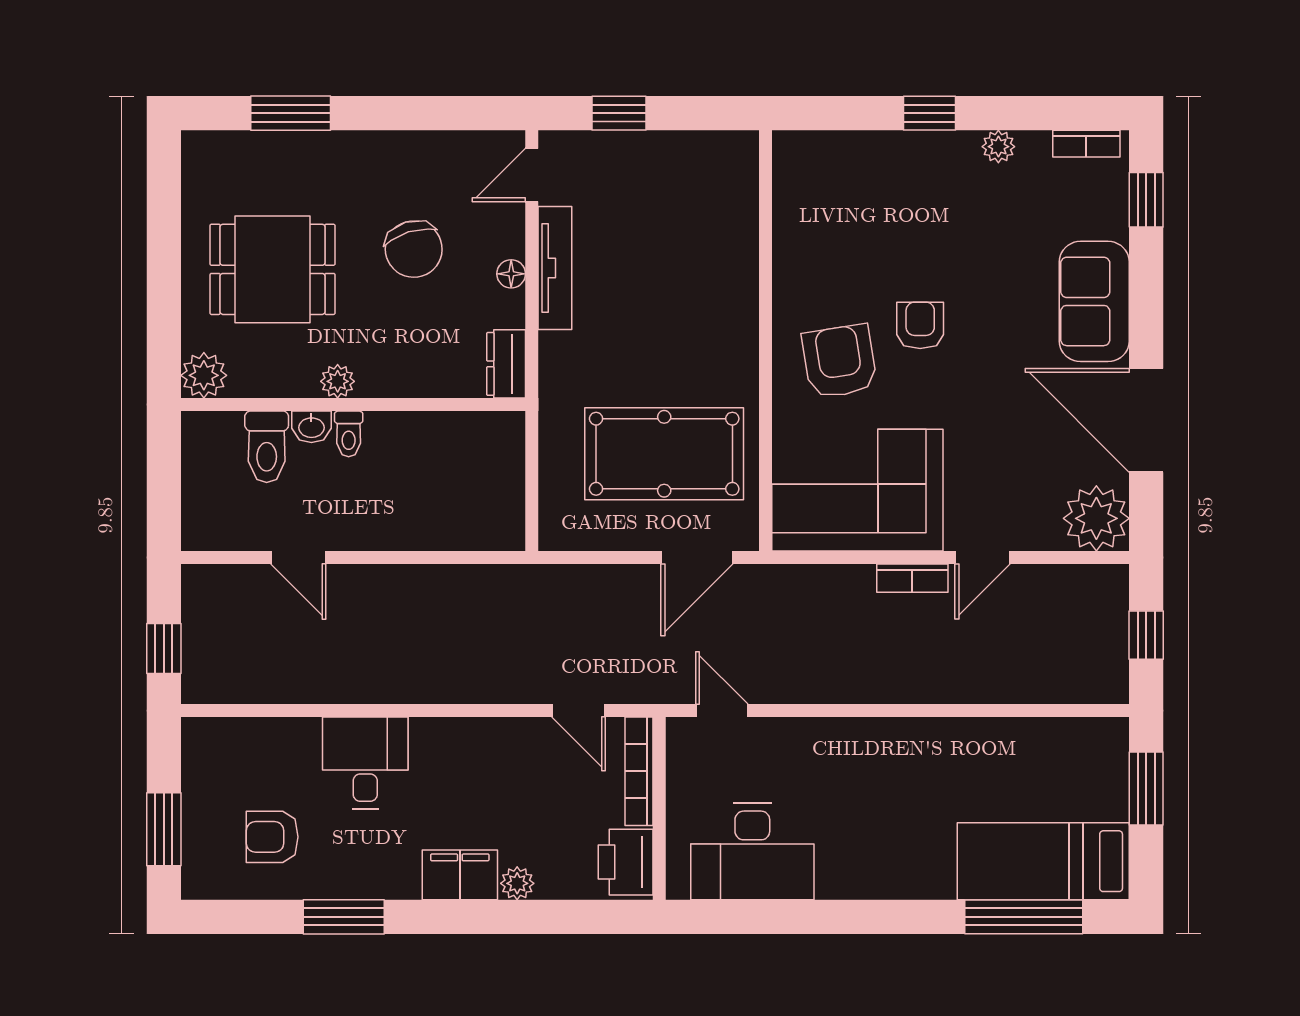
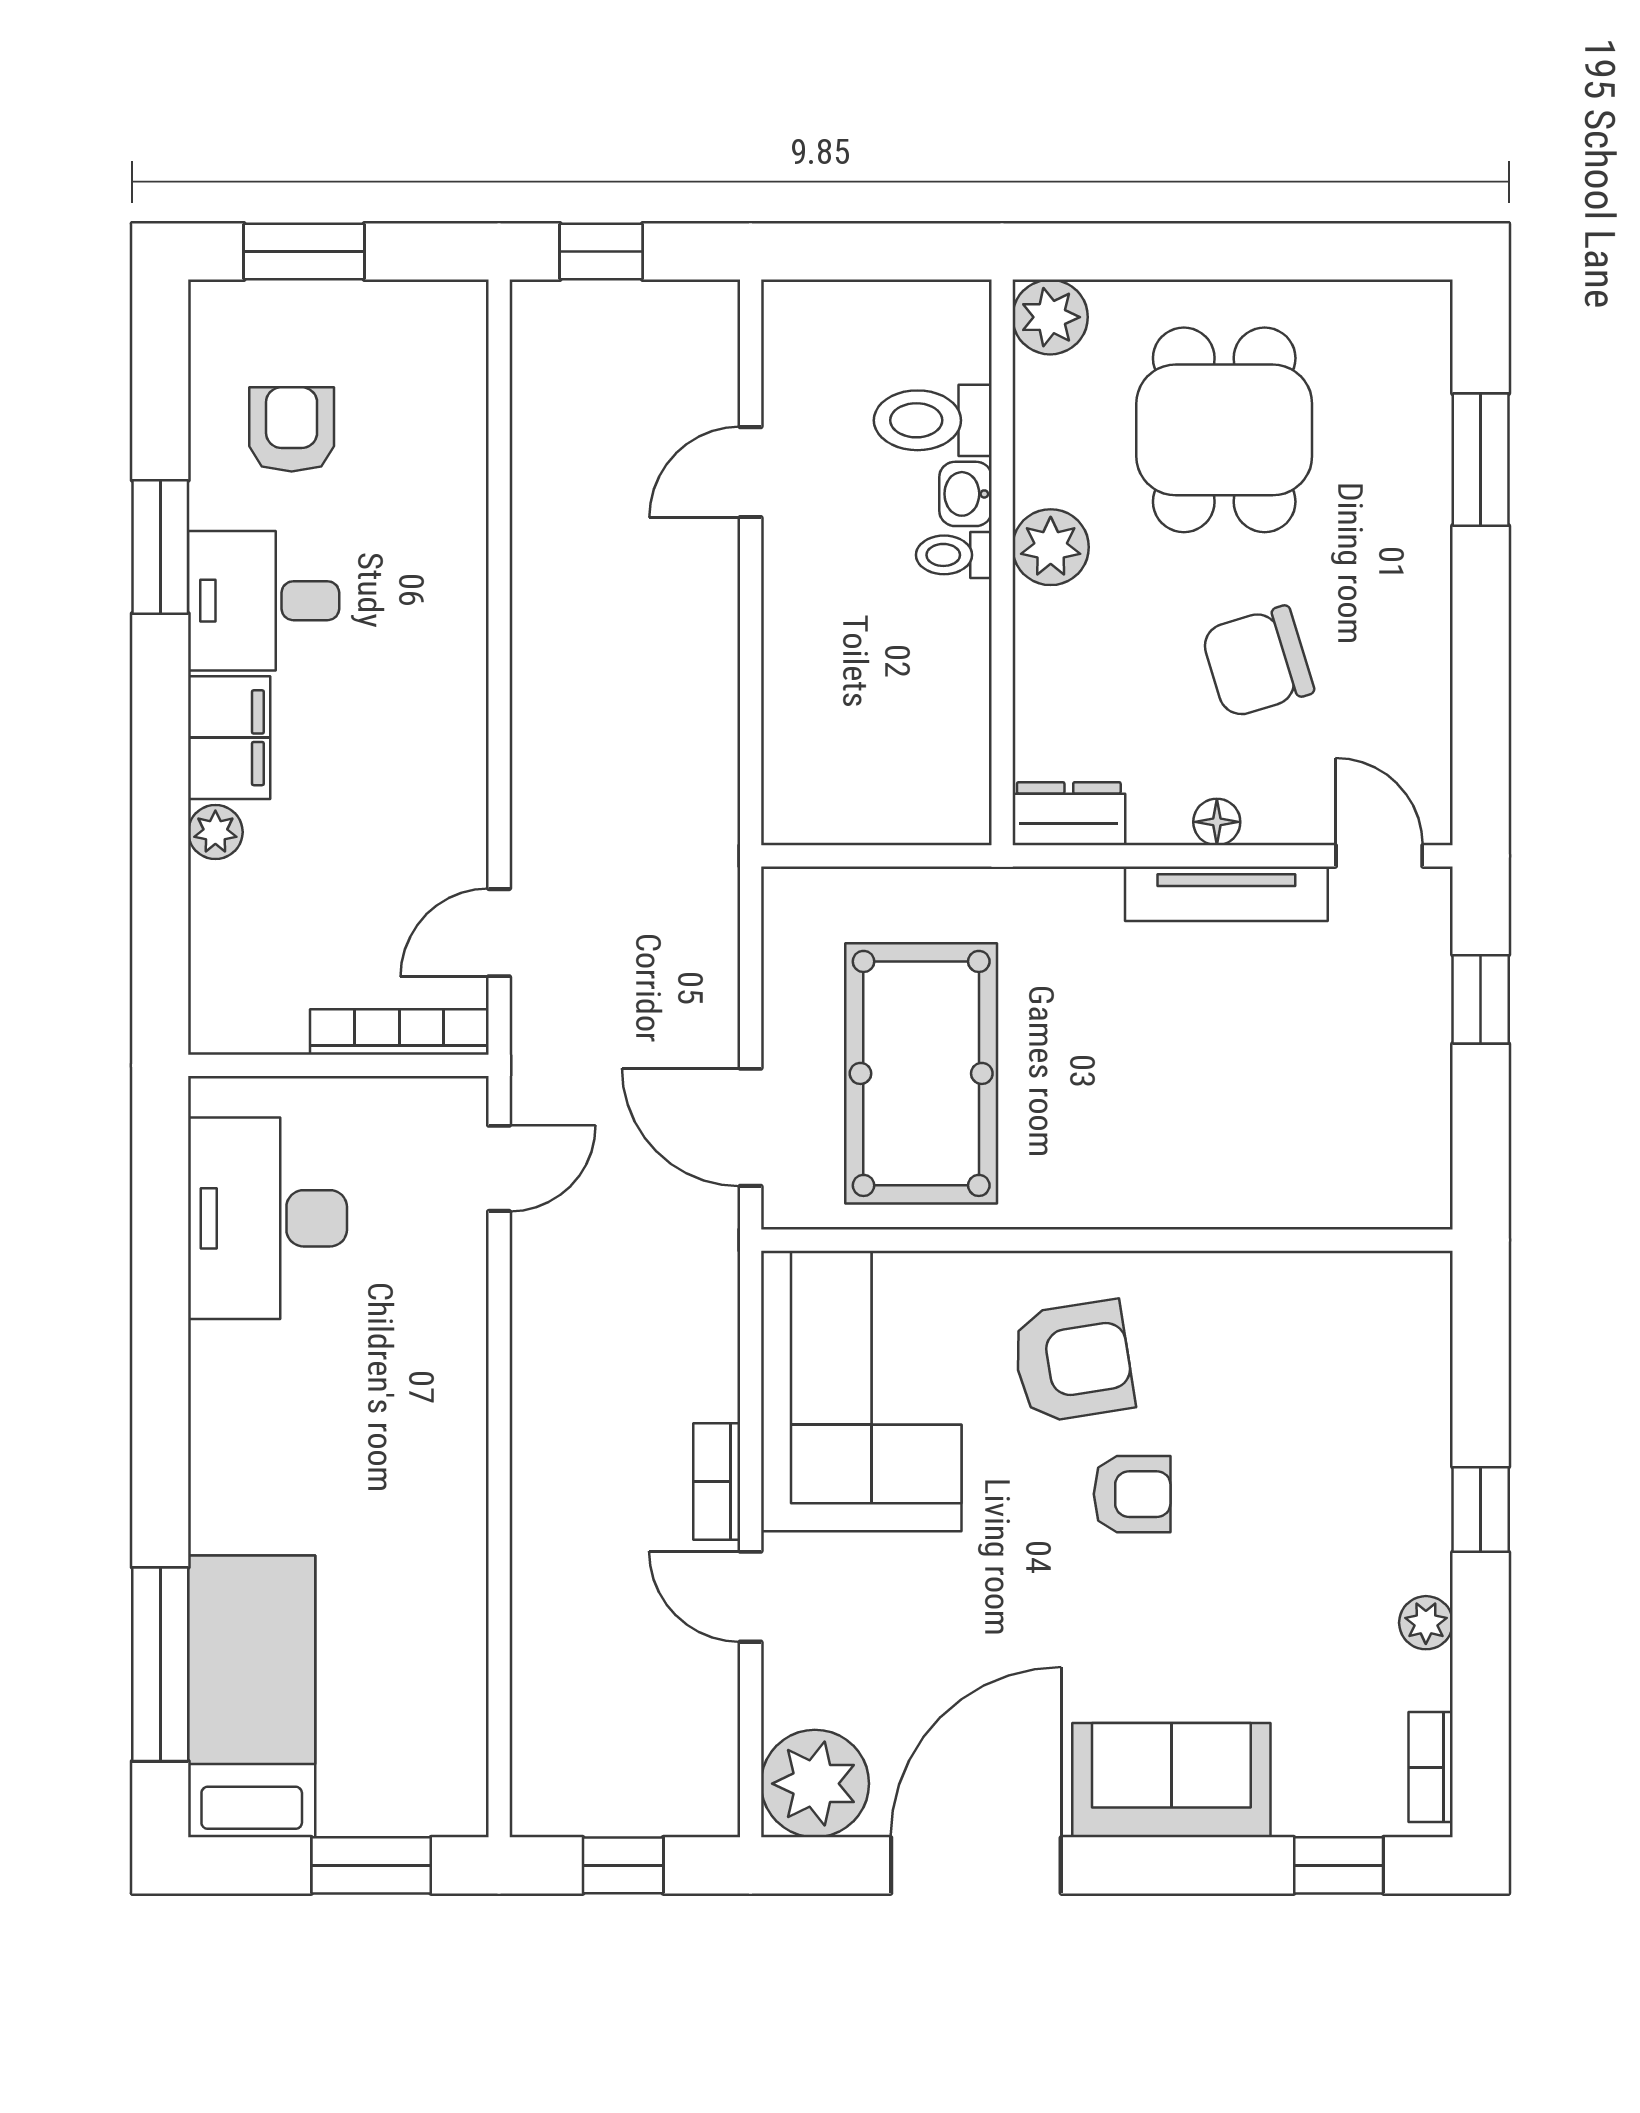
plant: (338, 381) -> (1051, 547), width x1.38, depth x1.38
desk: (365, 763) -> (264, 601), moved, turned 180
printer: (626, 862) -> (250, 1010), removed

